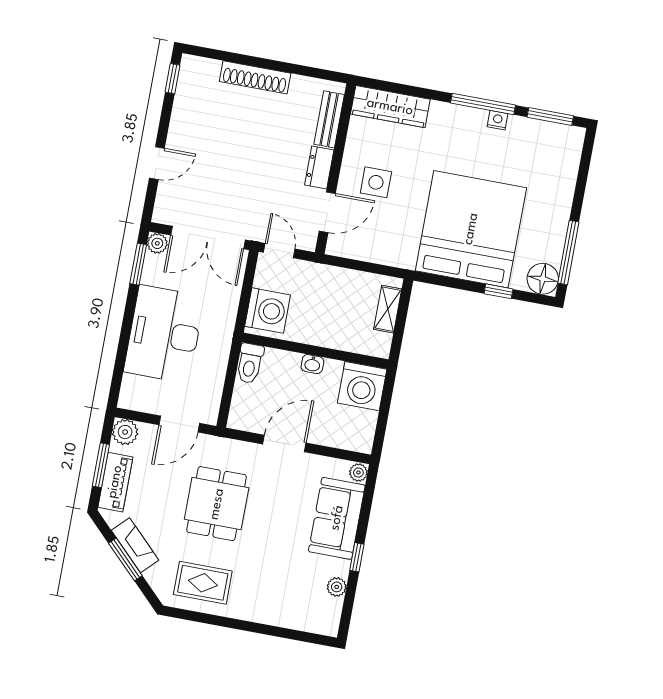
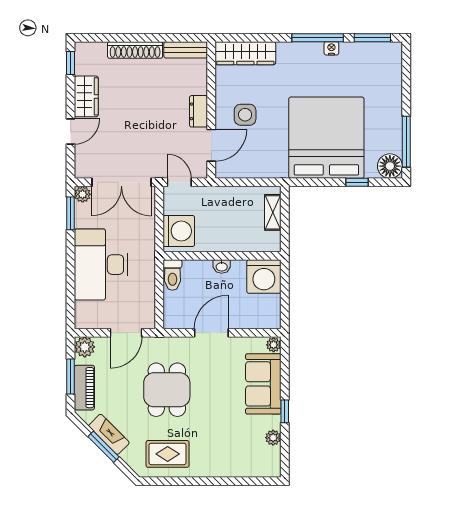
bench: (329, 119) -> (186, 50), moved, turned 90
wardrobe: (184, 123) -> (86, 96), added

